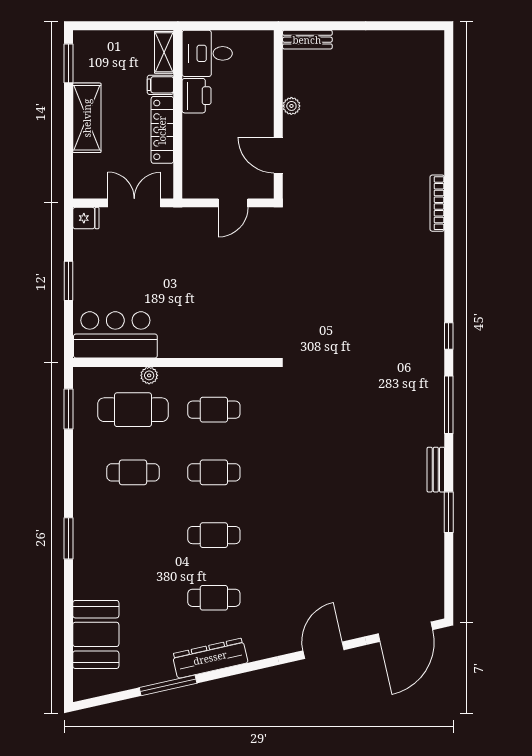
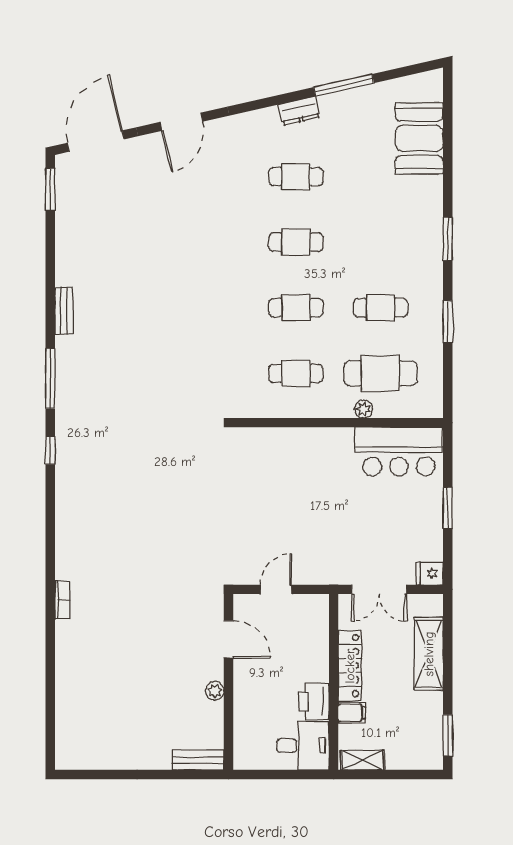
shelving: (164, 52) -> (362, 760), moved, turned 90
shelving: (87, 118) -> (429, 654), moved
bookcase: (437, 203) -> (62, 600), width x0.64
window: (69, 409) -> (448, 322), moved
window: (449, 512) -> (50, 189), moved
dresser: (210, 658) -> (299, 111), width x0.51, depth x0.80

